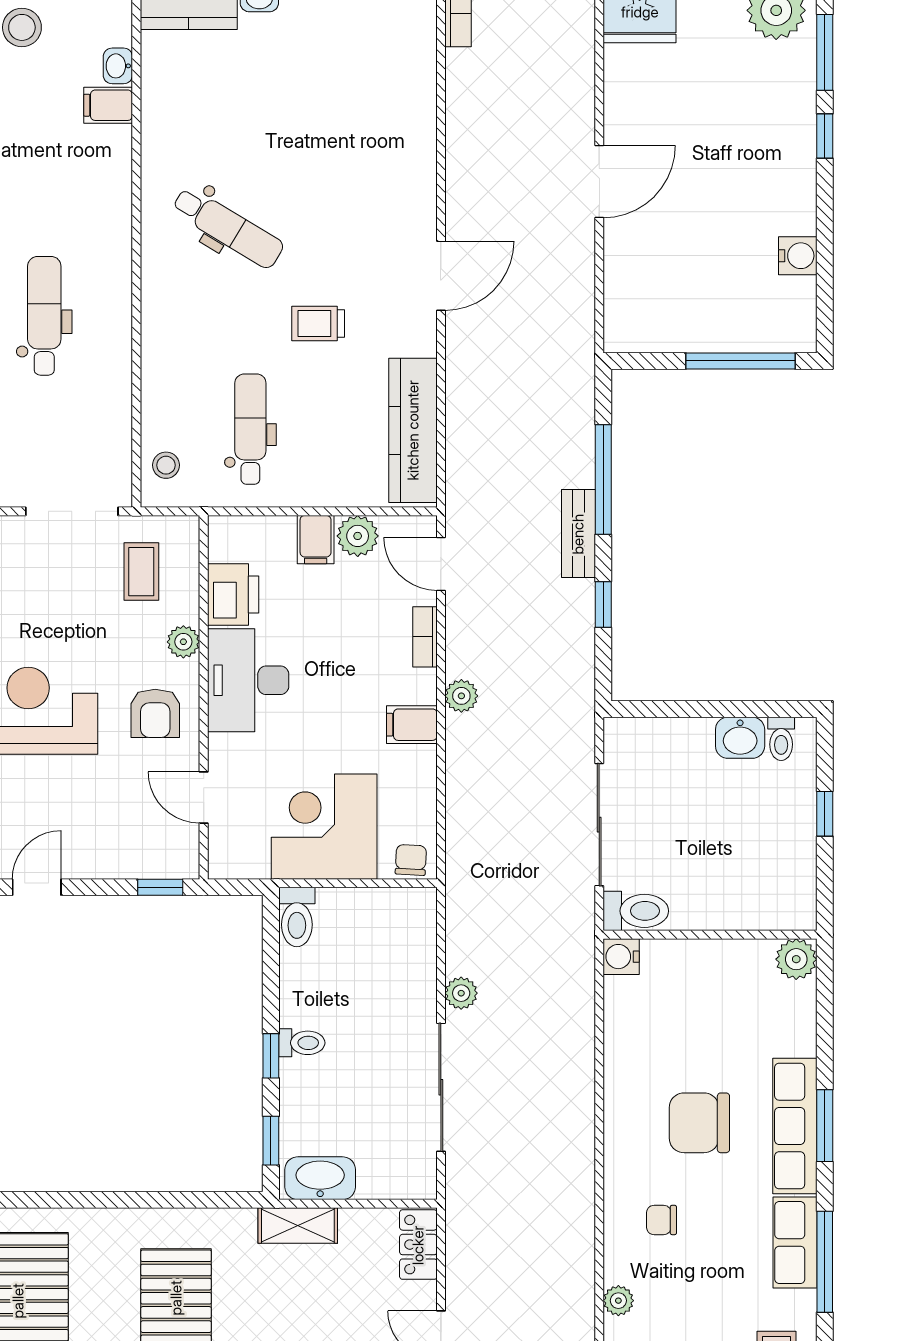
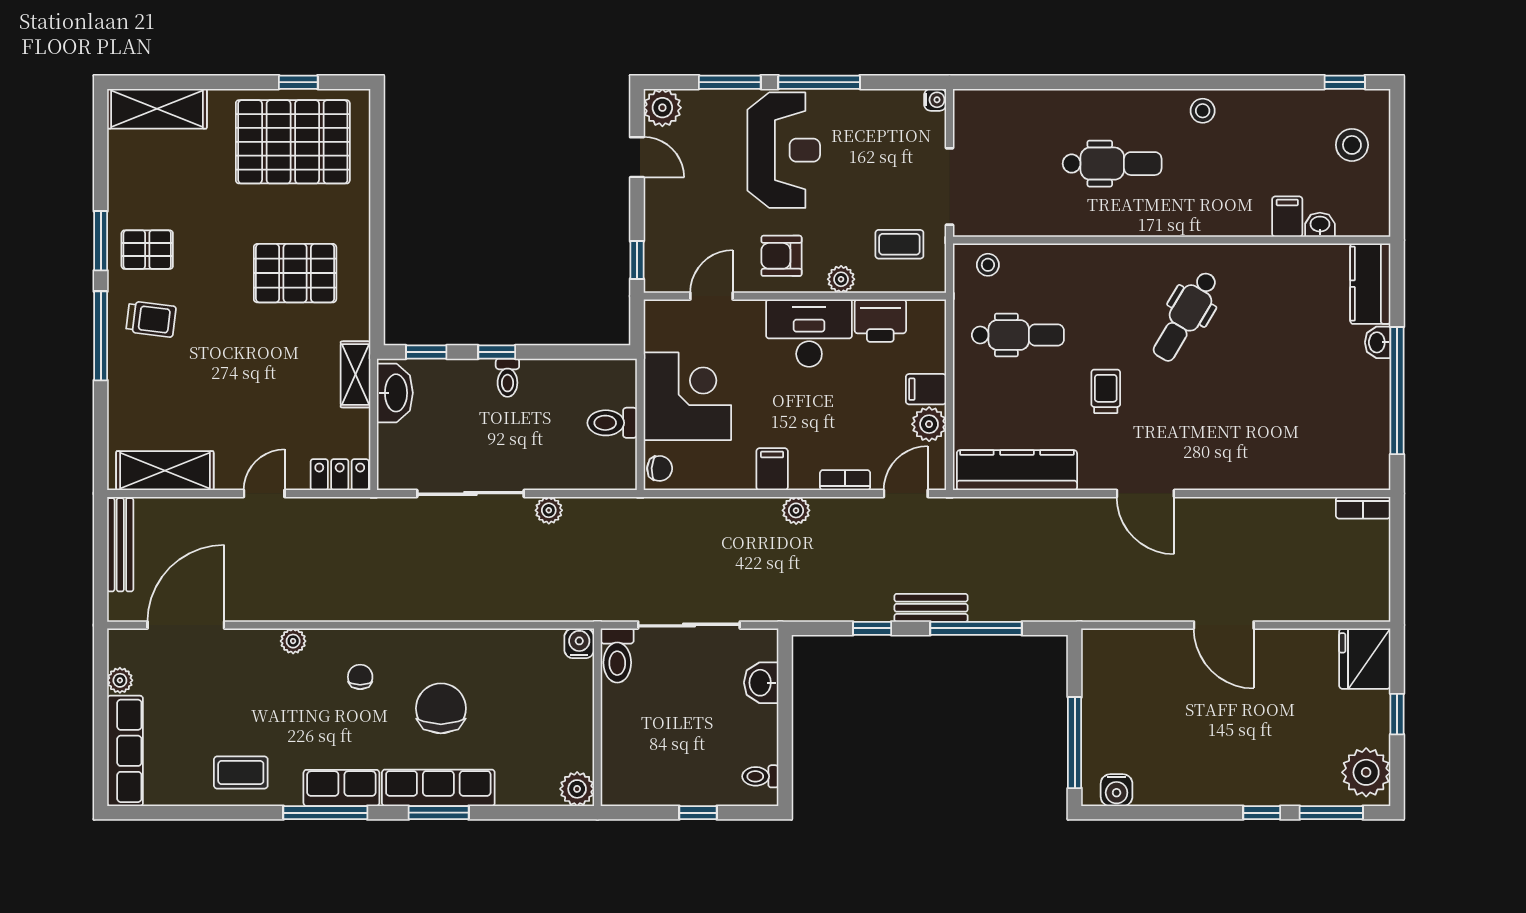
water cooler: (798, 256) -> (1117, 790), moved
washbasin: (740, 738) -> (761, 683), moved
toilet: (297, 917) -> (612, 423), moved

